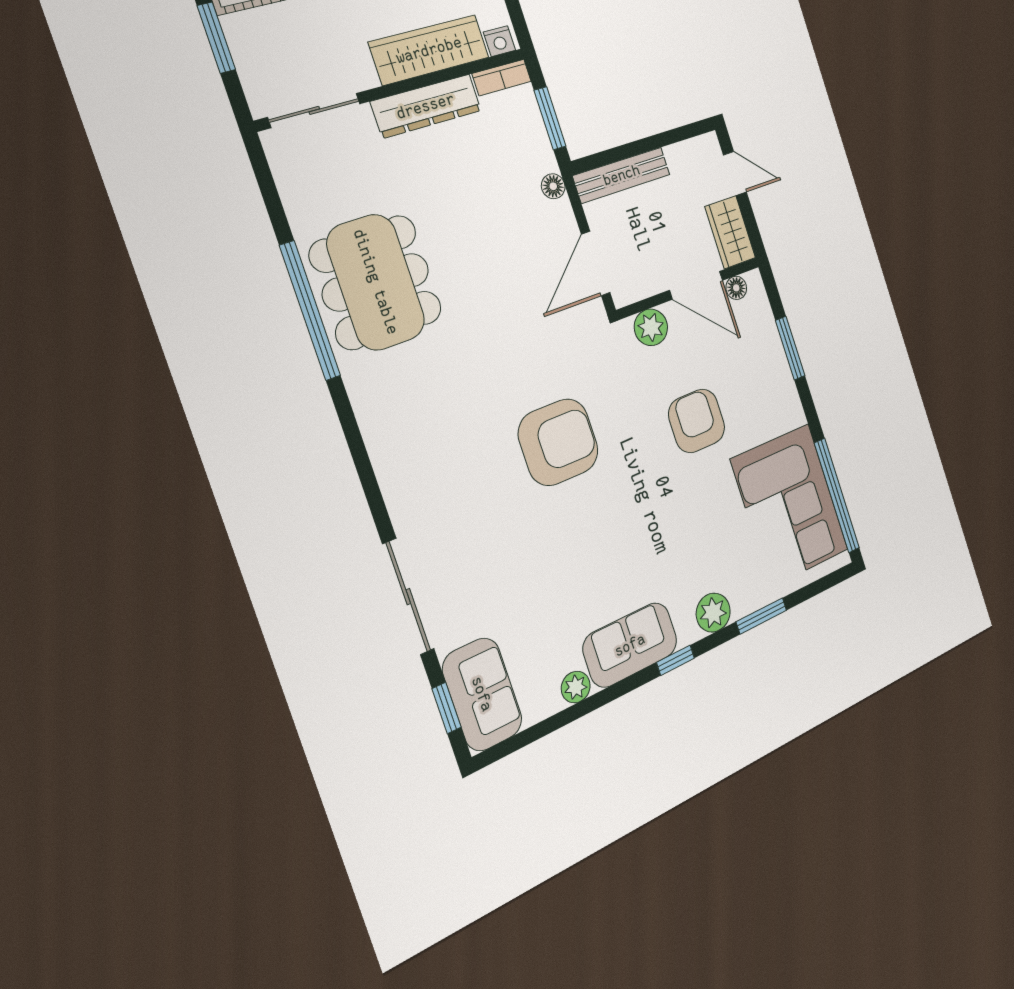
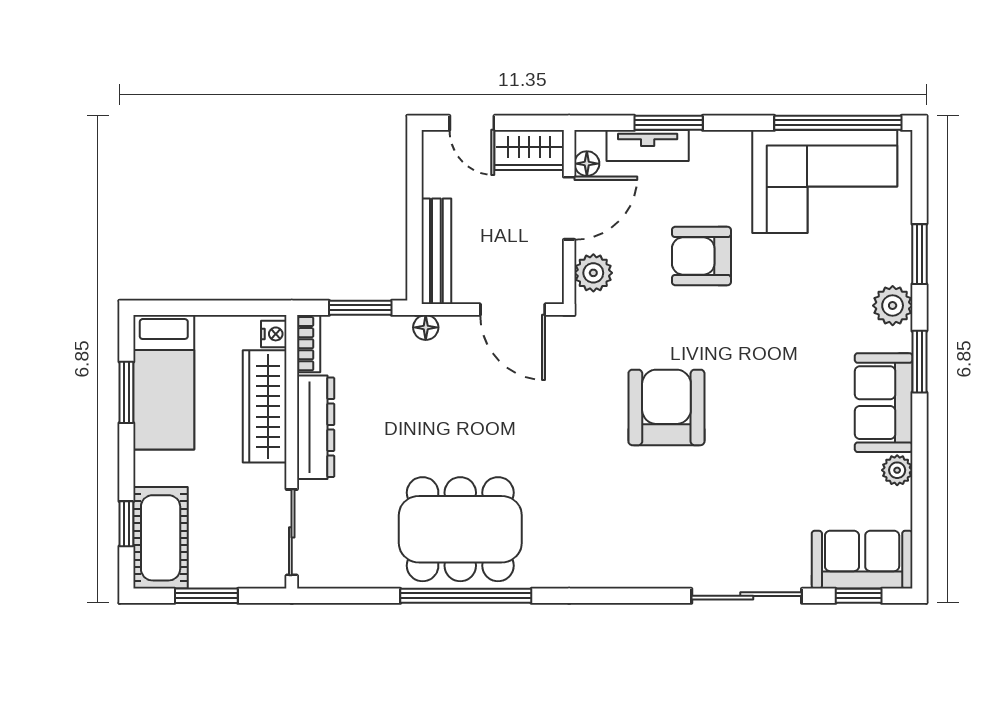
door: (735, 173) -> (472, 123), swing flipped
tv unit: (767, 337) -> (648, 146), added
window: (676, 660) -> (919, 362), width x1.50

